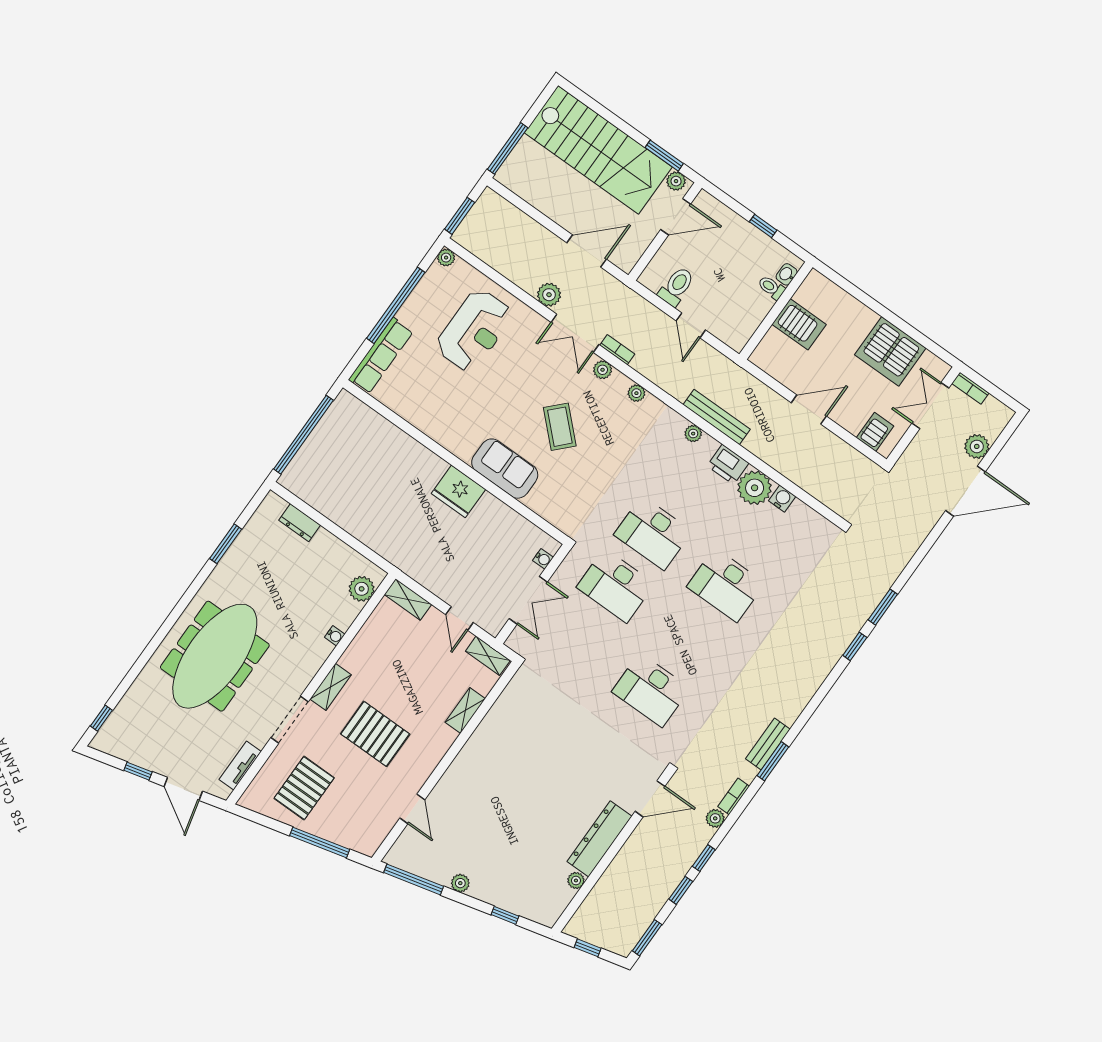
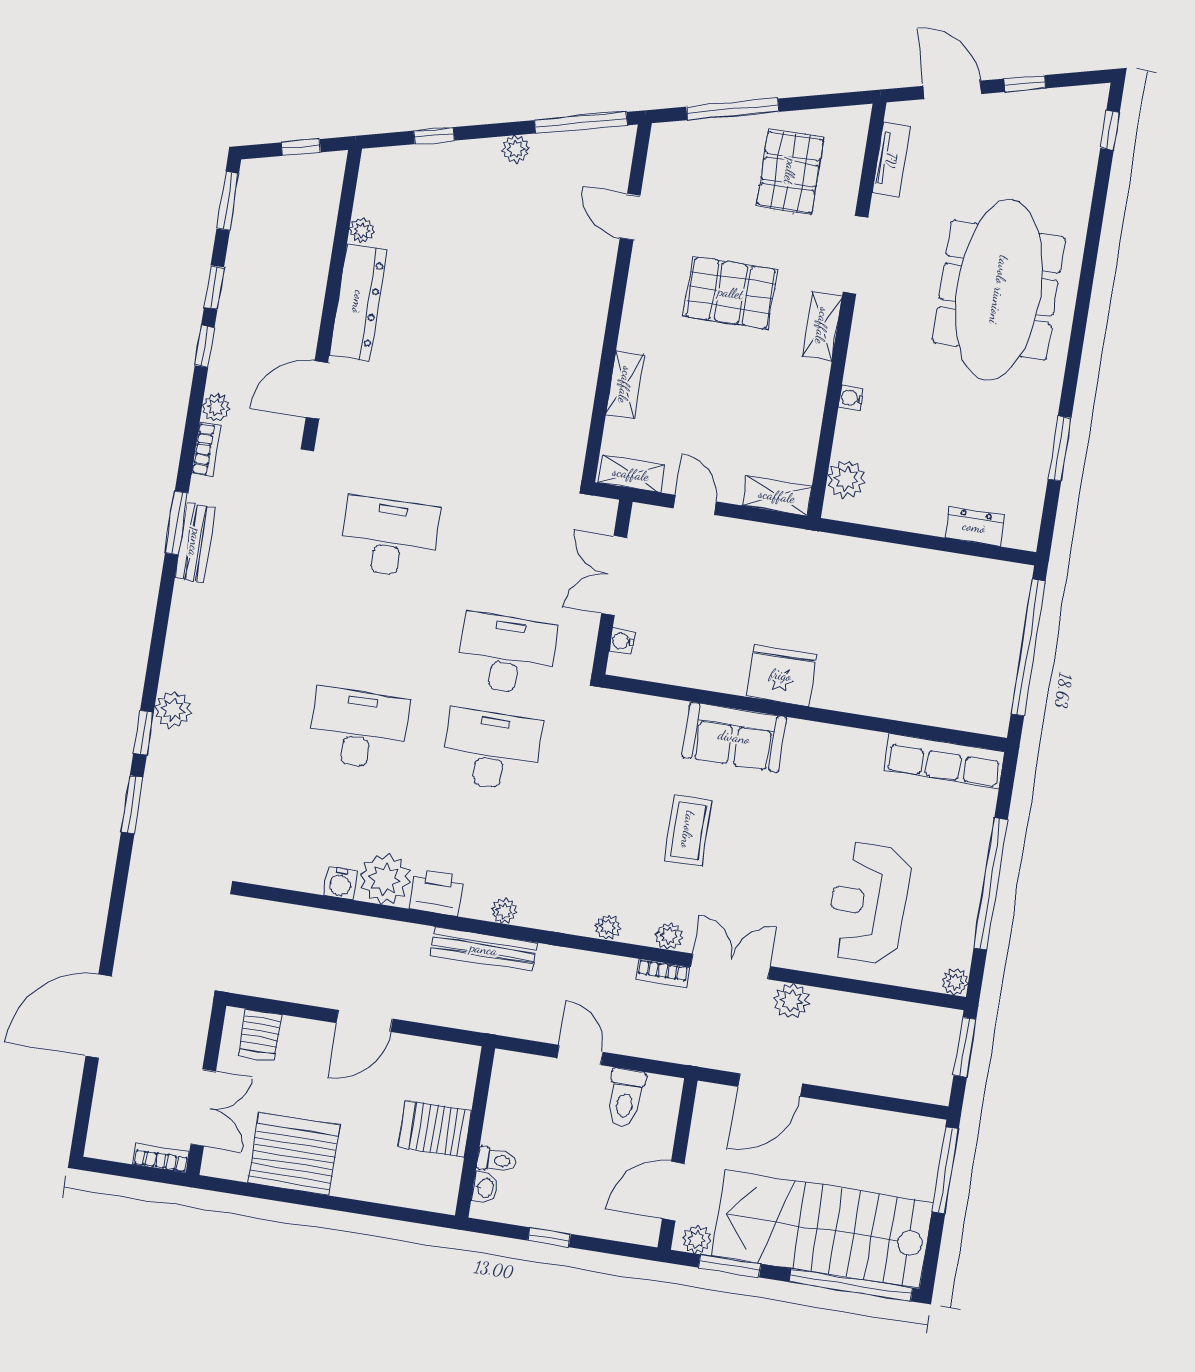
window: (598, 108) -> (851, 1285), added
row of seats: (381, 356) -> (944, 761), moved, turned -90
coffee table: (560, 427) -> (688, 830), turned 46
plant: (977, 446) -> (173, 710), moved

